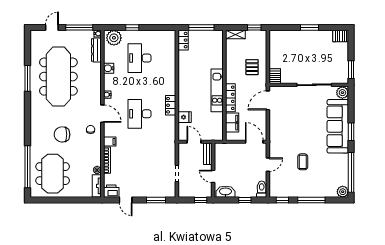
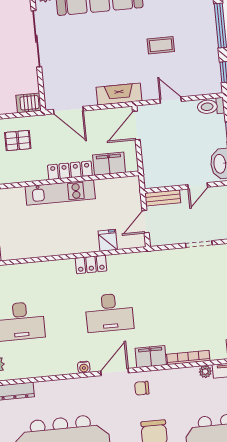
water cooler: (109, 68) -> (42, 369), removed
fireplace: (275, 133) -> (119, 94), added
filing cabinet: (110, 142) -> (151, 357), width x2.00

